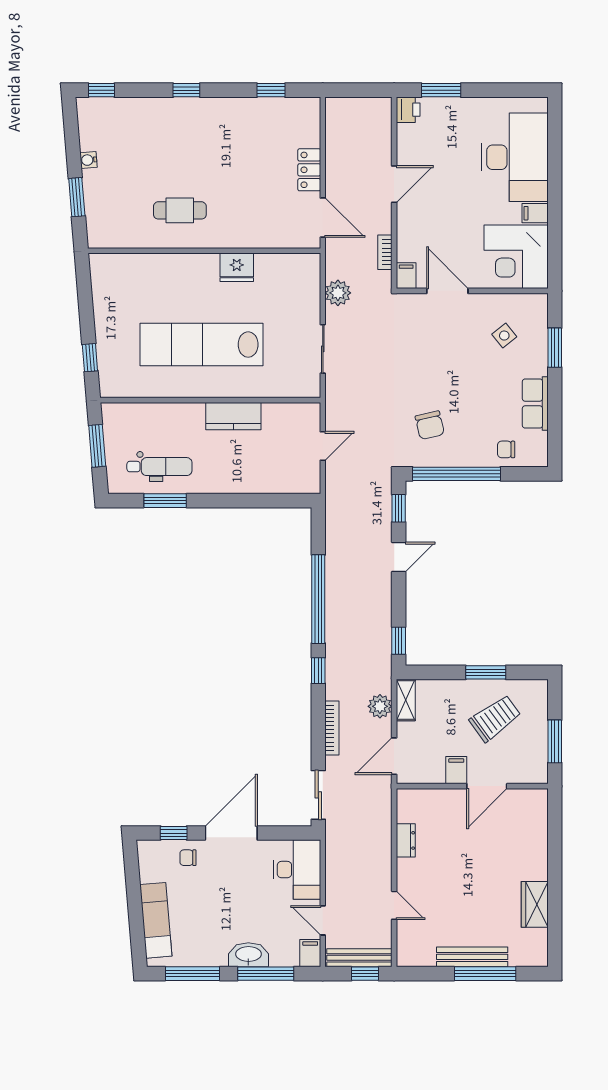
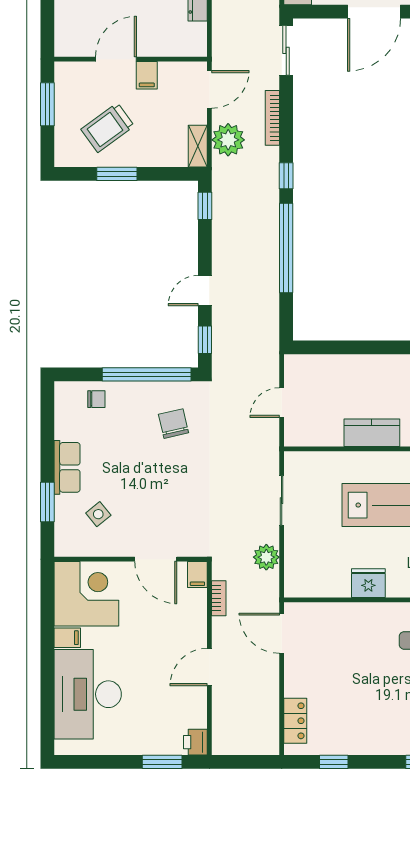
locker: (309, 170) -> (295, 721), moved
row of seats: (535, 404) -> (67, 467), moved
plant: (380, 706) -> (228, 140), width x1.36, depth x1.36

